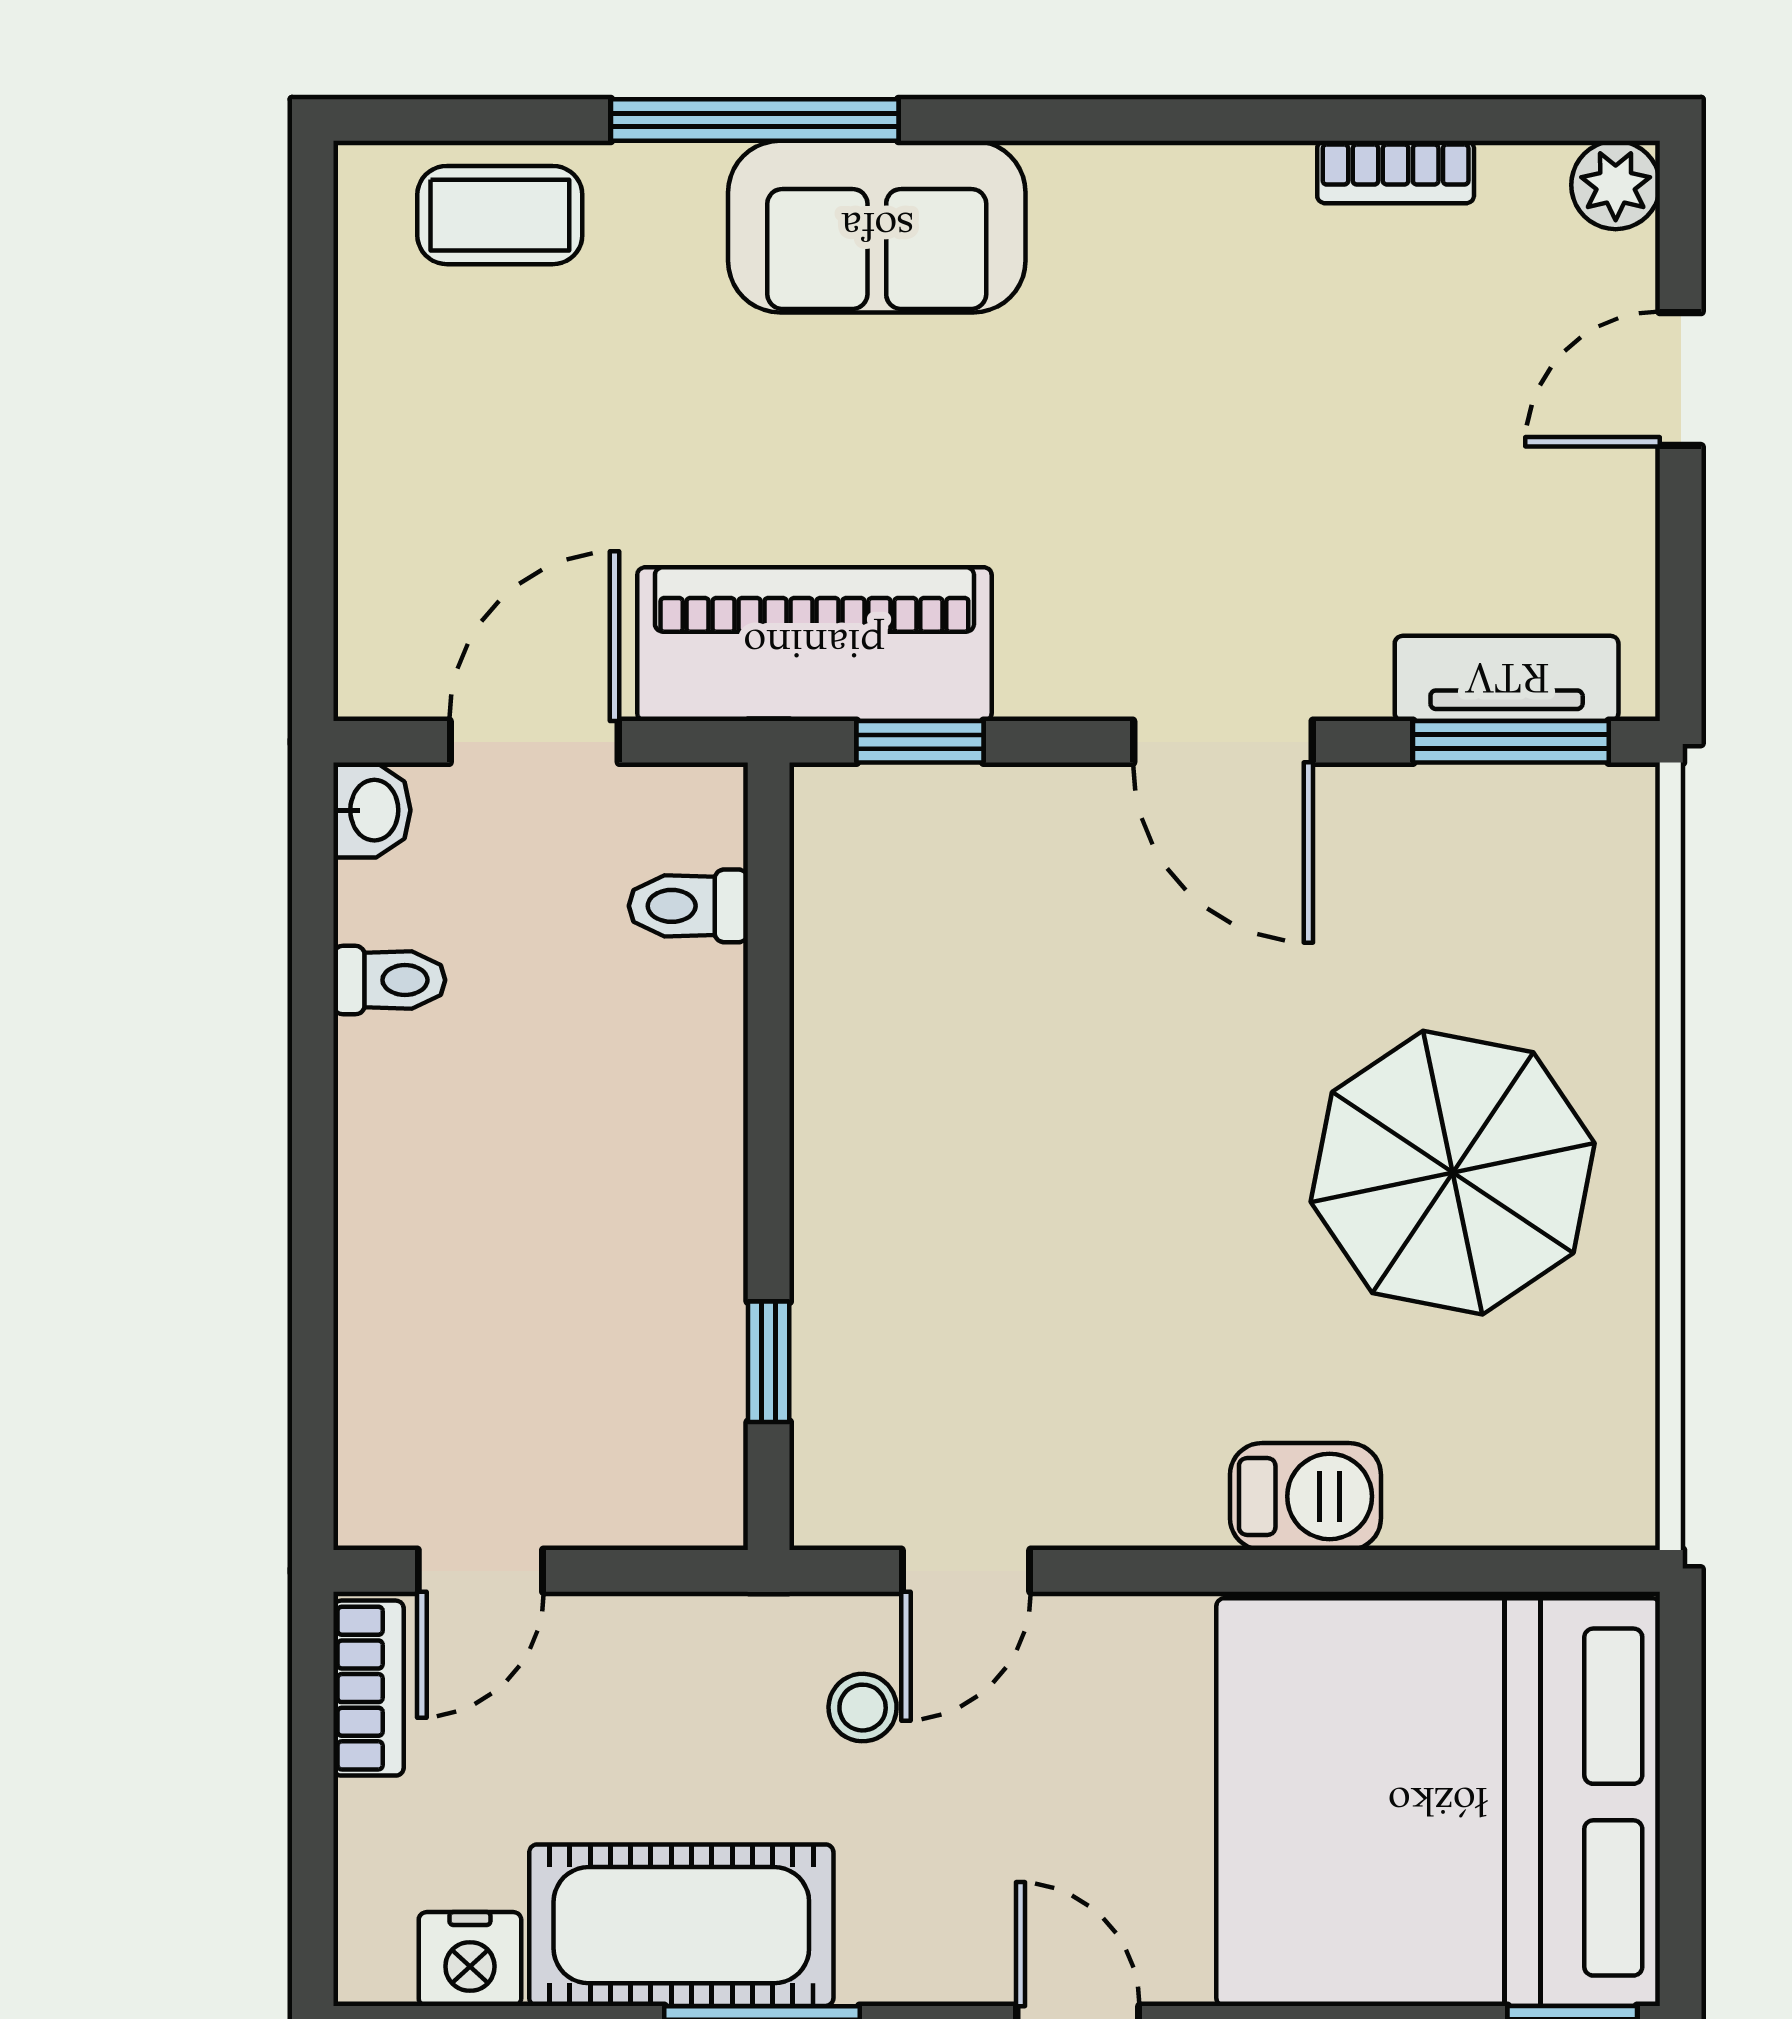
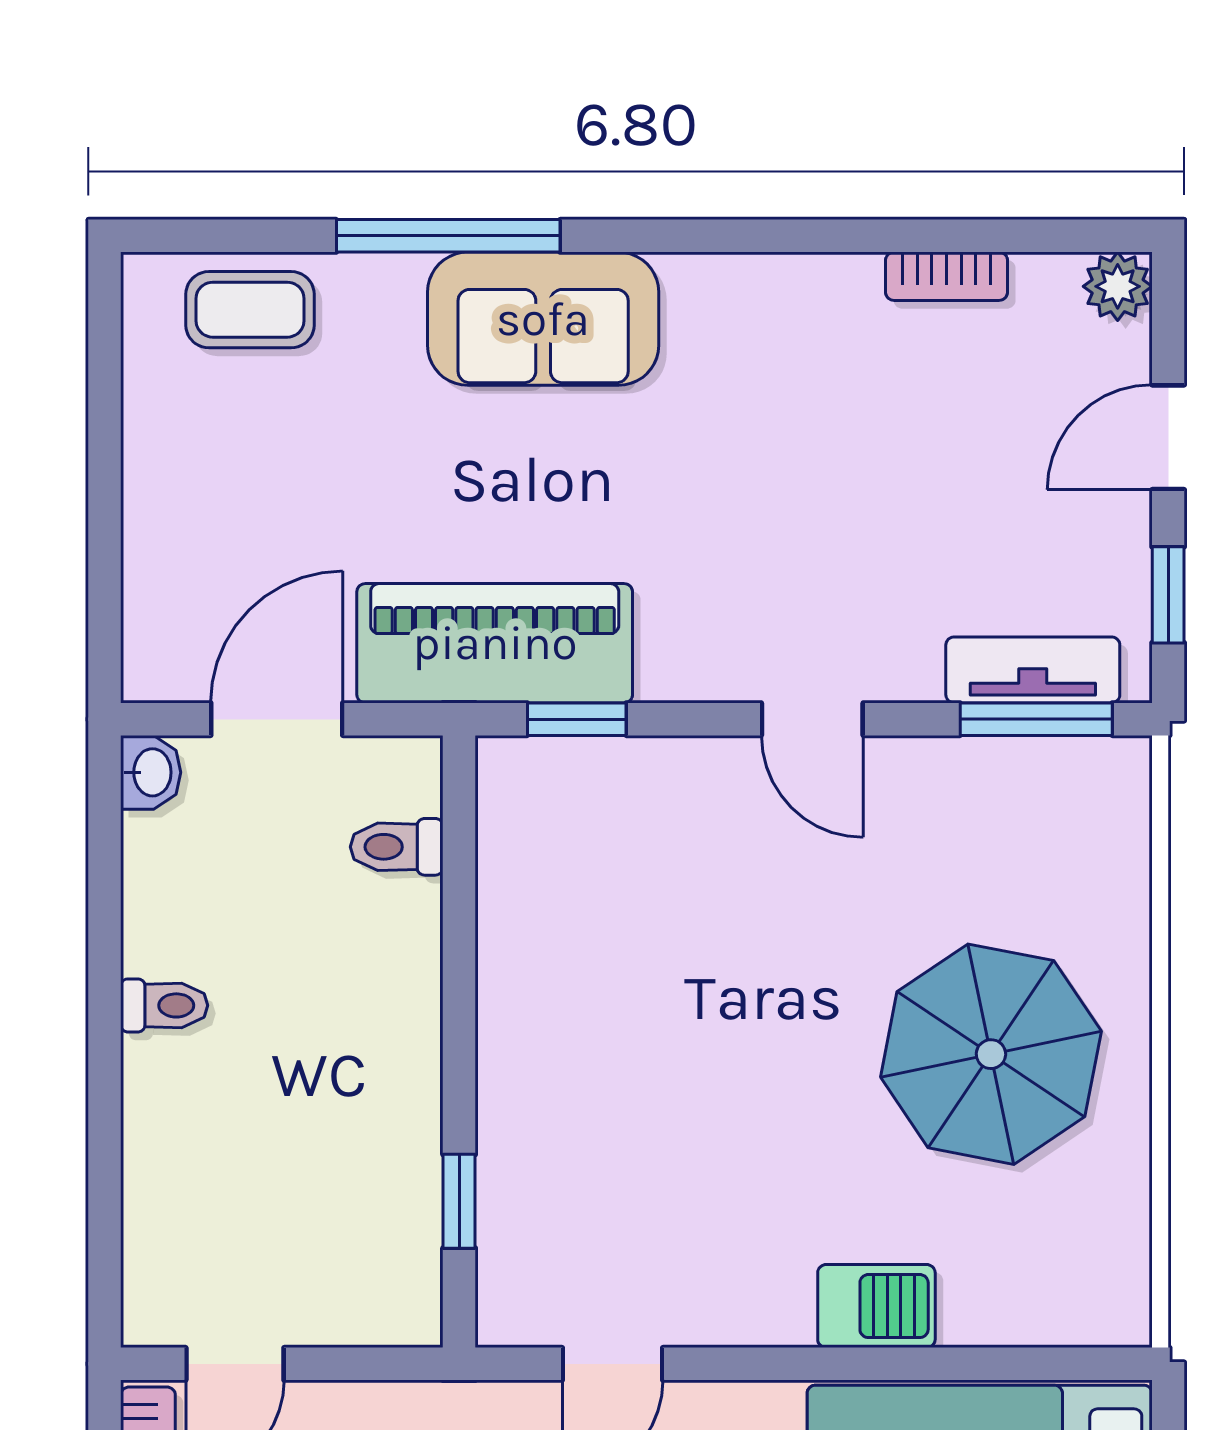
window: (1681, 582) -> (1168, 595), added
door: (1223, 742) -> (812, 719), width x0.73
toilet: (389, 980) -> (164, 1005), moved

